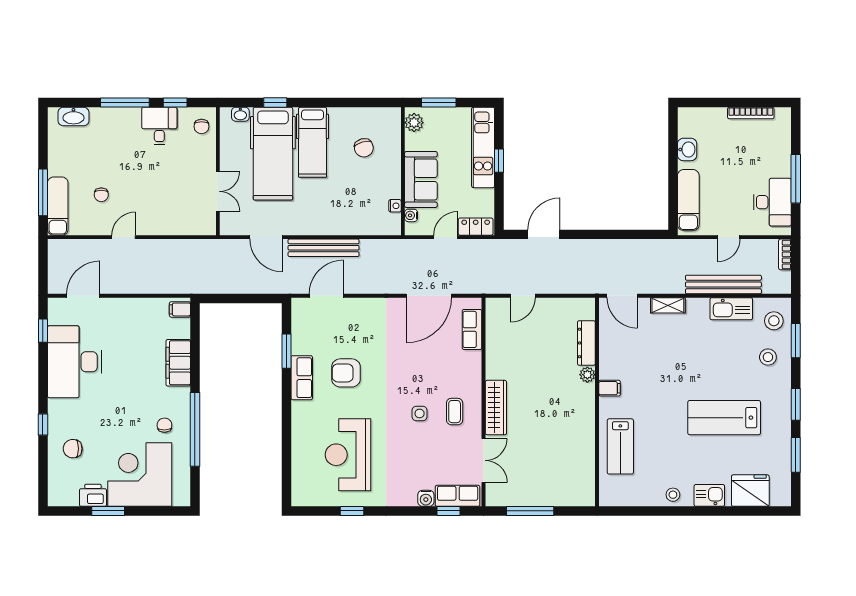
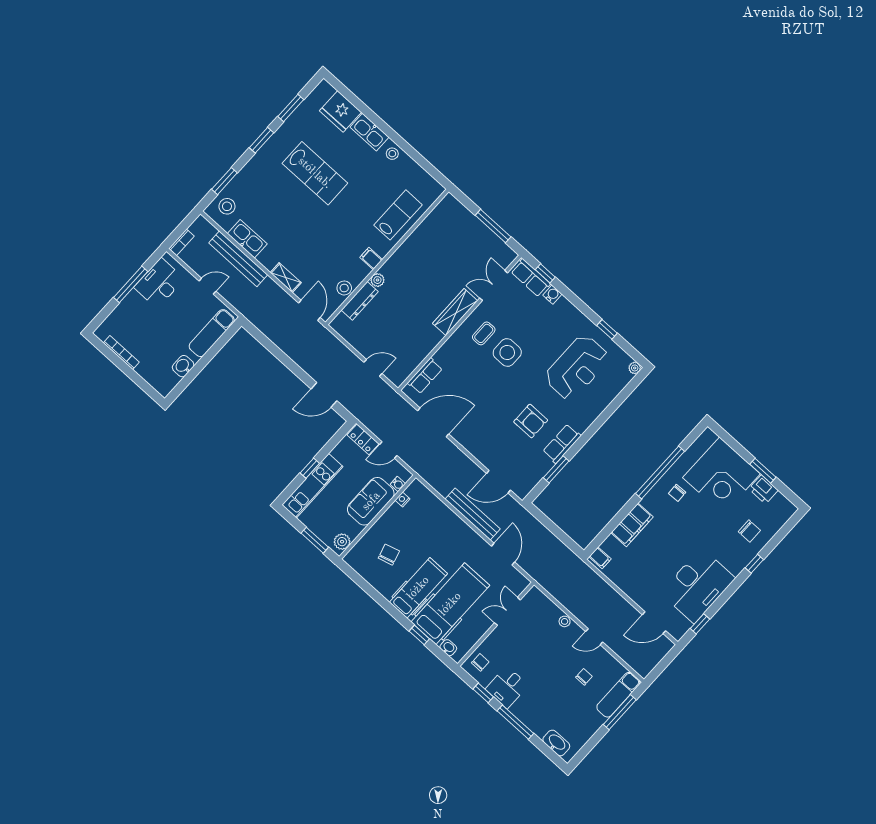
stool: (161, 227) -> (565, 621), added
stool: (768, 357) -> (344, 288), moved
side table: (420, 413) -> (507, 352), width x1.87, depth x1.87
kitchen sink: (709, 495) -> (369, 132), width x1.38
plant: (298, 499) -> (635, 368), added

